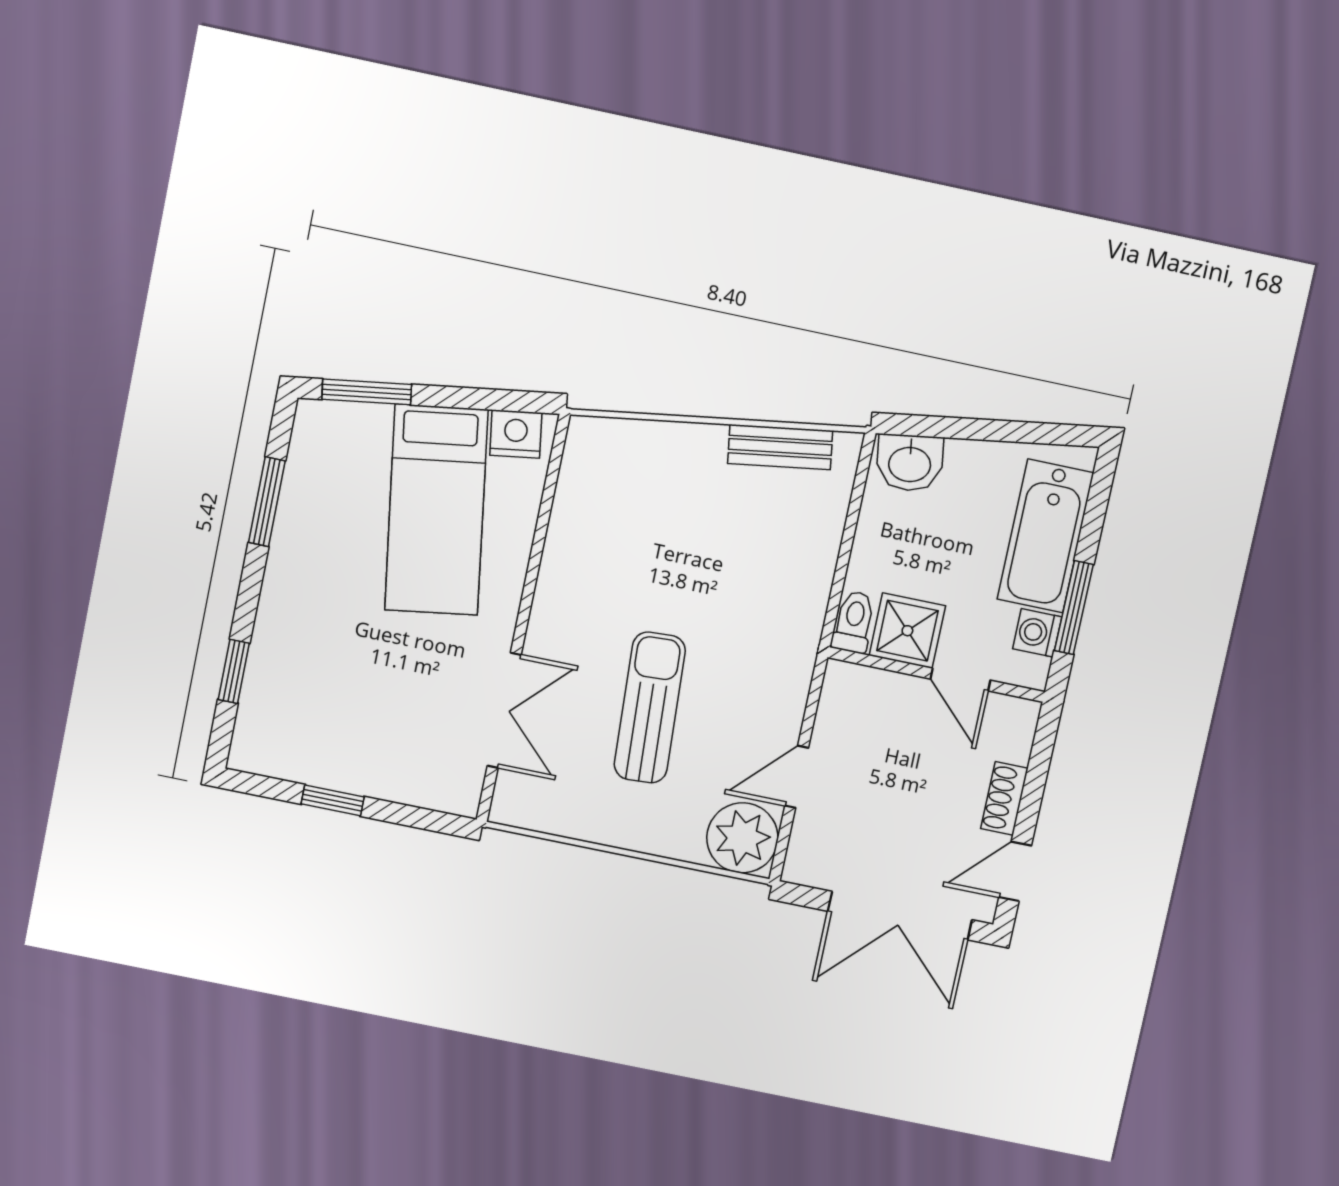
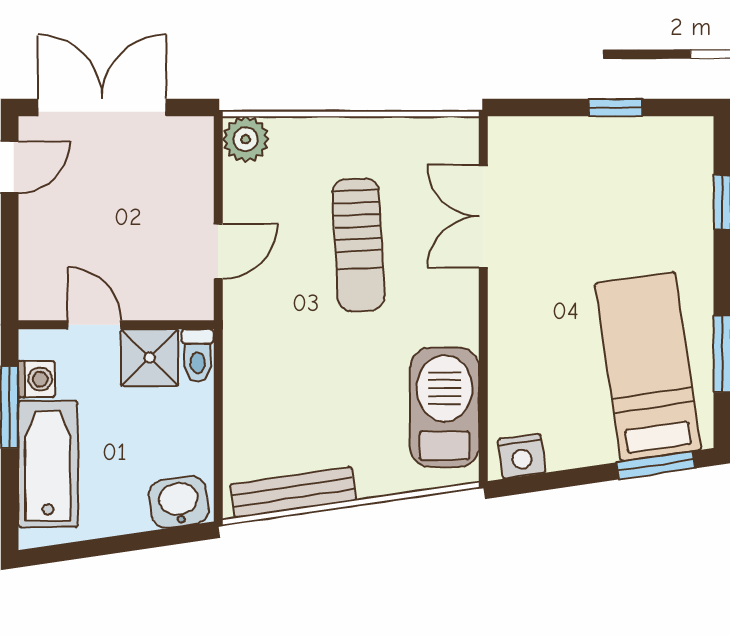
bench: (780, 447) -> (293, 492), width x1.36
barbecue: (591, 507) -> (444, 407), added
bed: (436, 510) -> (648, 367), moved
door: (797, 777) -> (218, 251), moved
shoe rack: (1004, 798) -> (33, 229), removed
plant: (742, 838) -> (246, 139), width x0.73, depth x0.73

